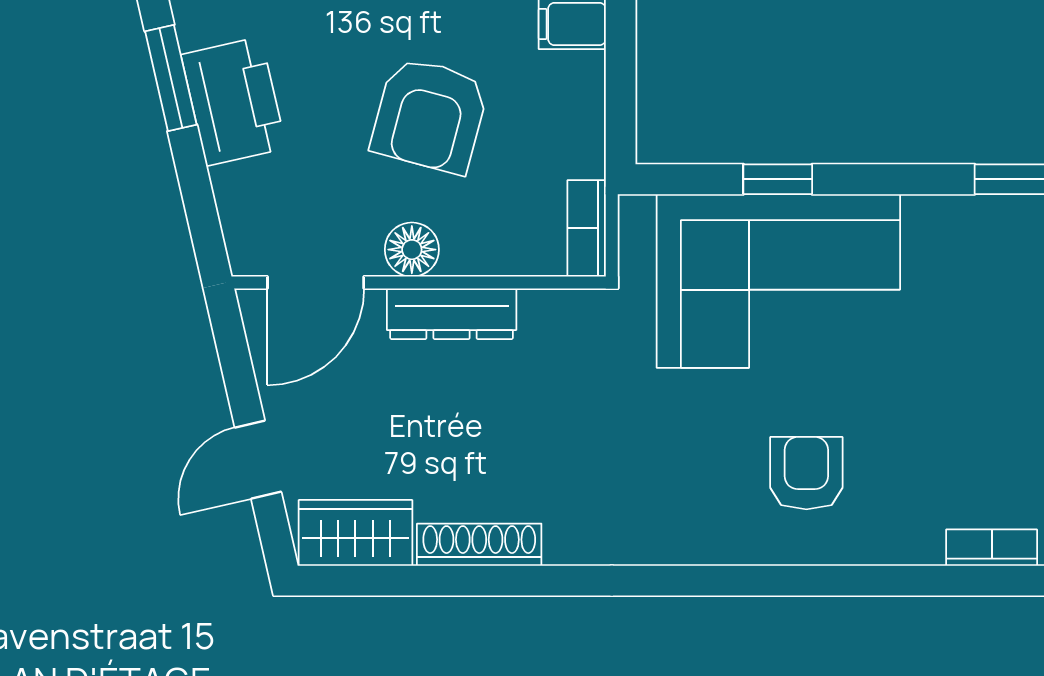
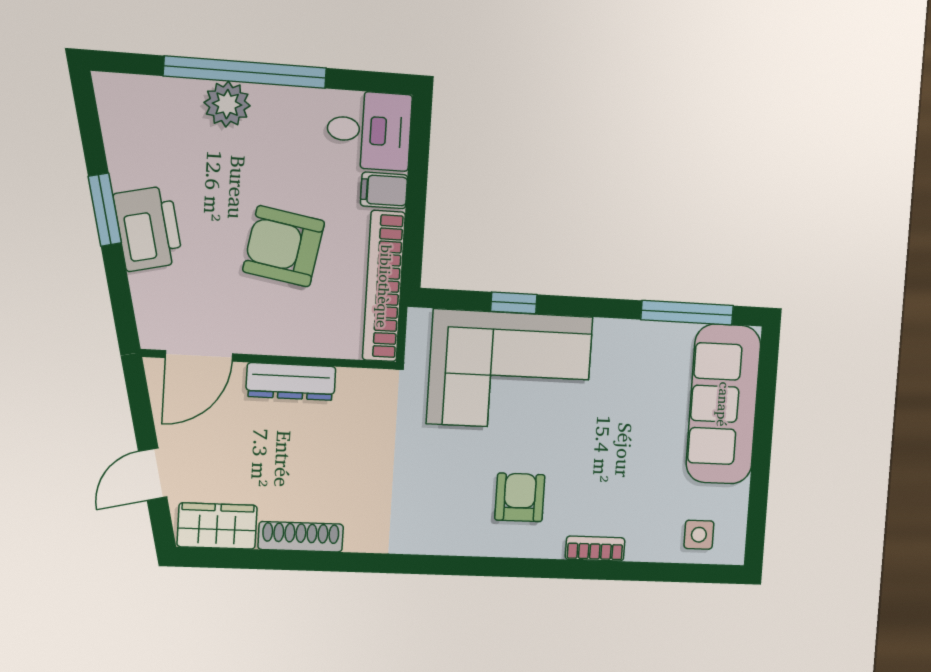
armchair: (430, 115) -> (284, 246), turned 85
bookcase: (587, 228) -> (384, 286), width x2.31, depth x1.31
floor lamp: (412, 250) -> (266, 337), removed
bookcase: (992, 548) -> (595, 549), moved

